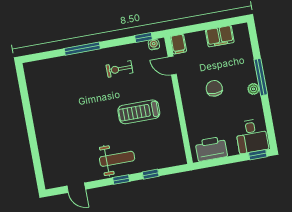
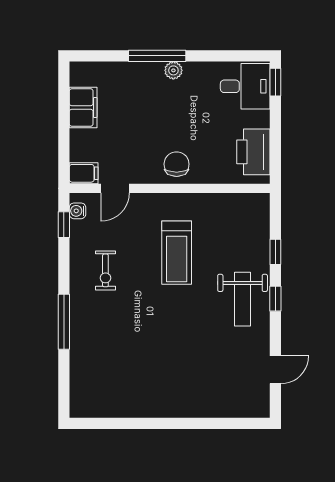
chair: (214, 88) -> (177, 164), moved, turned 90
weight bench: (117, 159) -> (243, 299), turned 180

